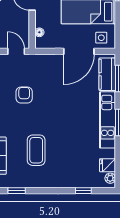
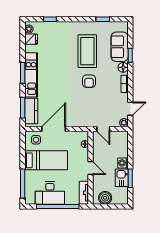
armchair: (24, 95) -> (89, 81), moved
coffee table: (36, 150) -> (87, 51), width x1.36, depth x1.32

